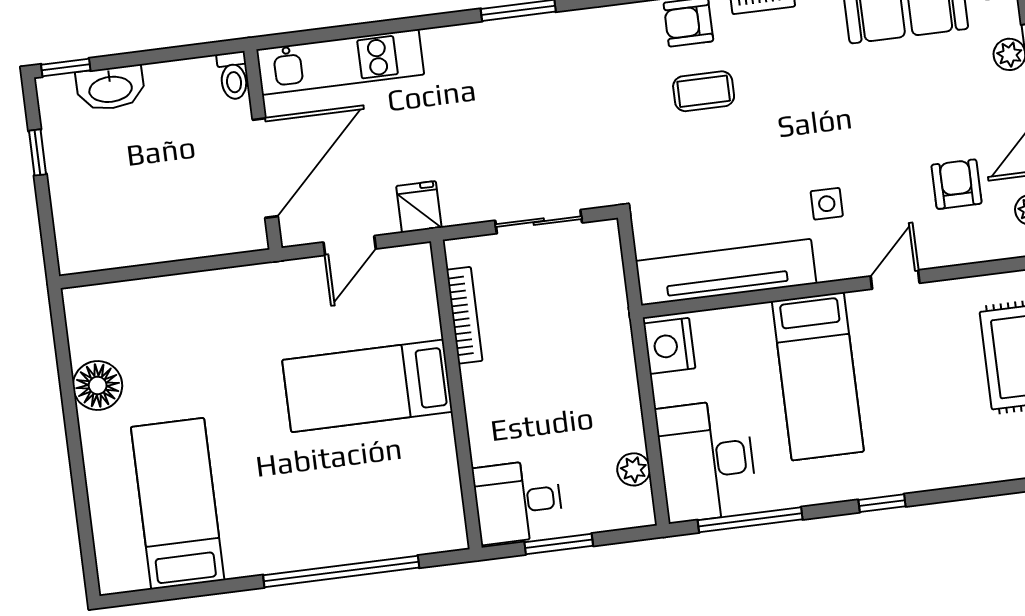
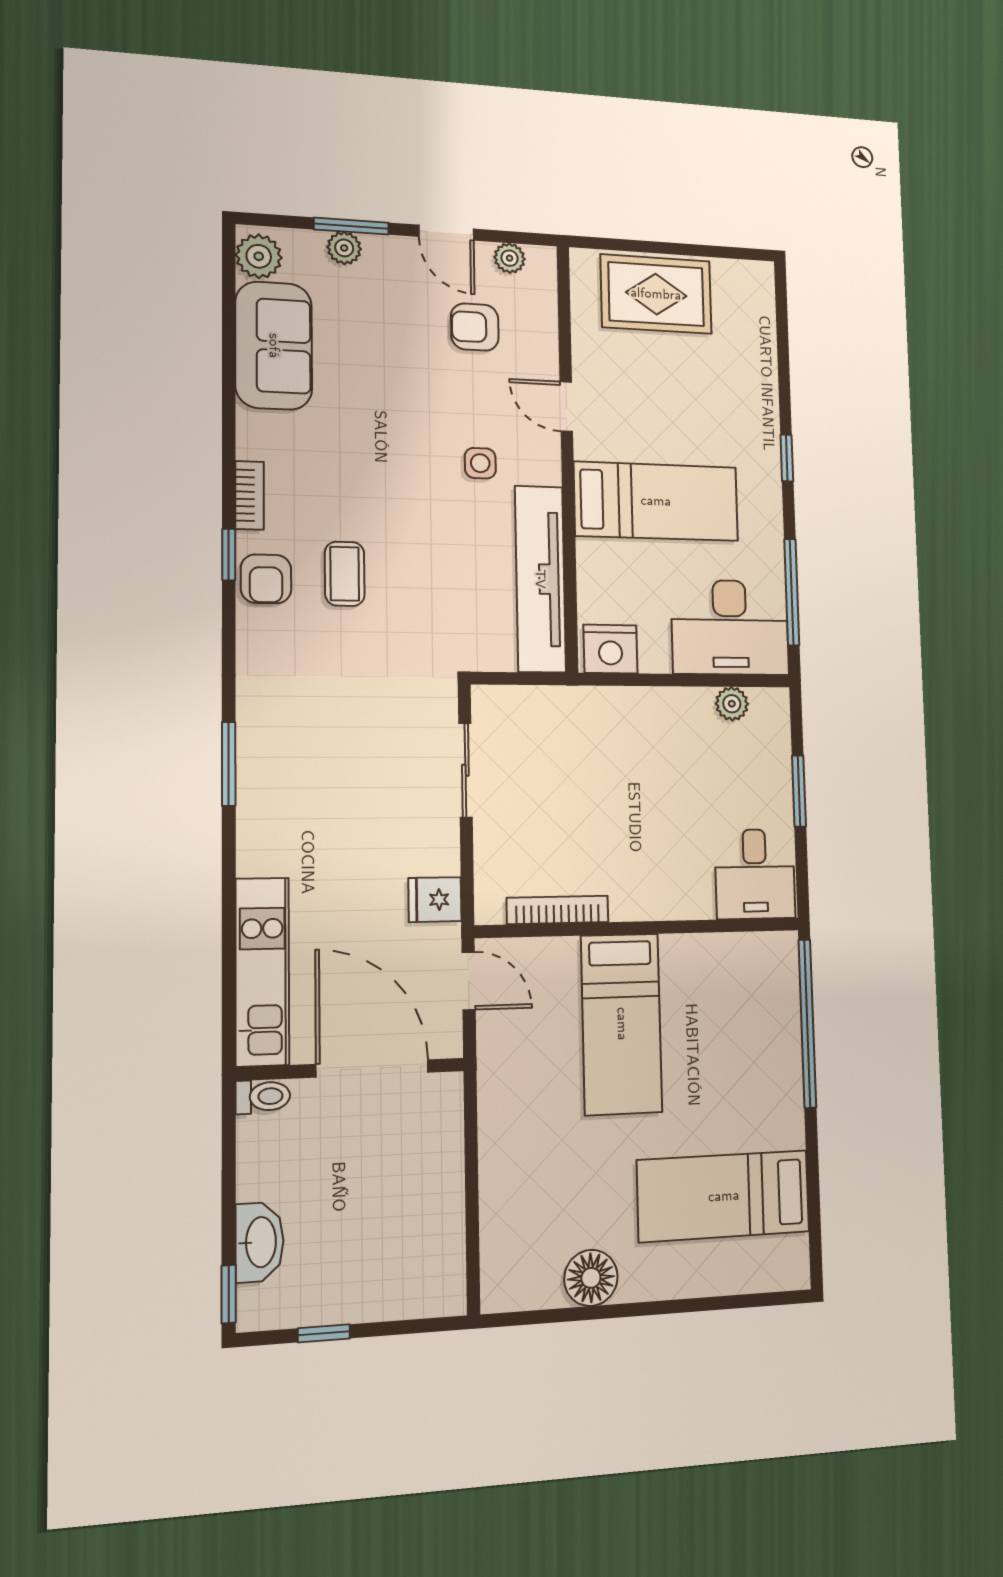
bookcase: (464, 315) -> (558, 910), moved
bed: (367, 386) -> (622, 1024), moved
wall: (456, 394) -> (640, 928), moved
desk: (518, 502) -> (755, 874), moved

